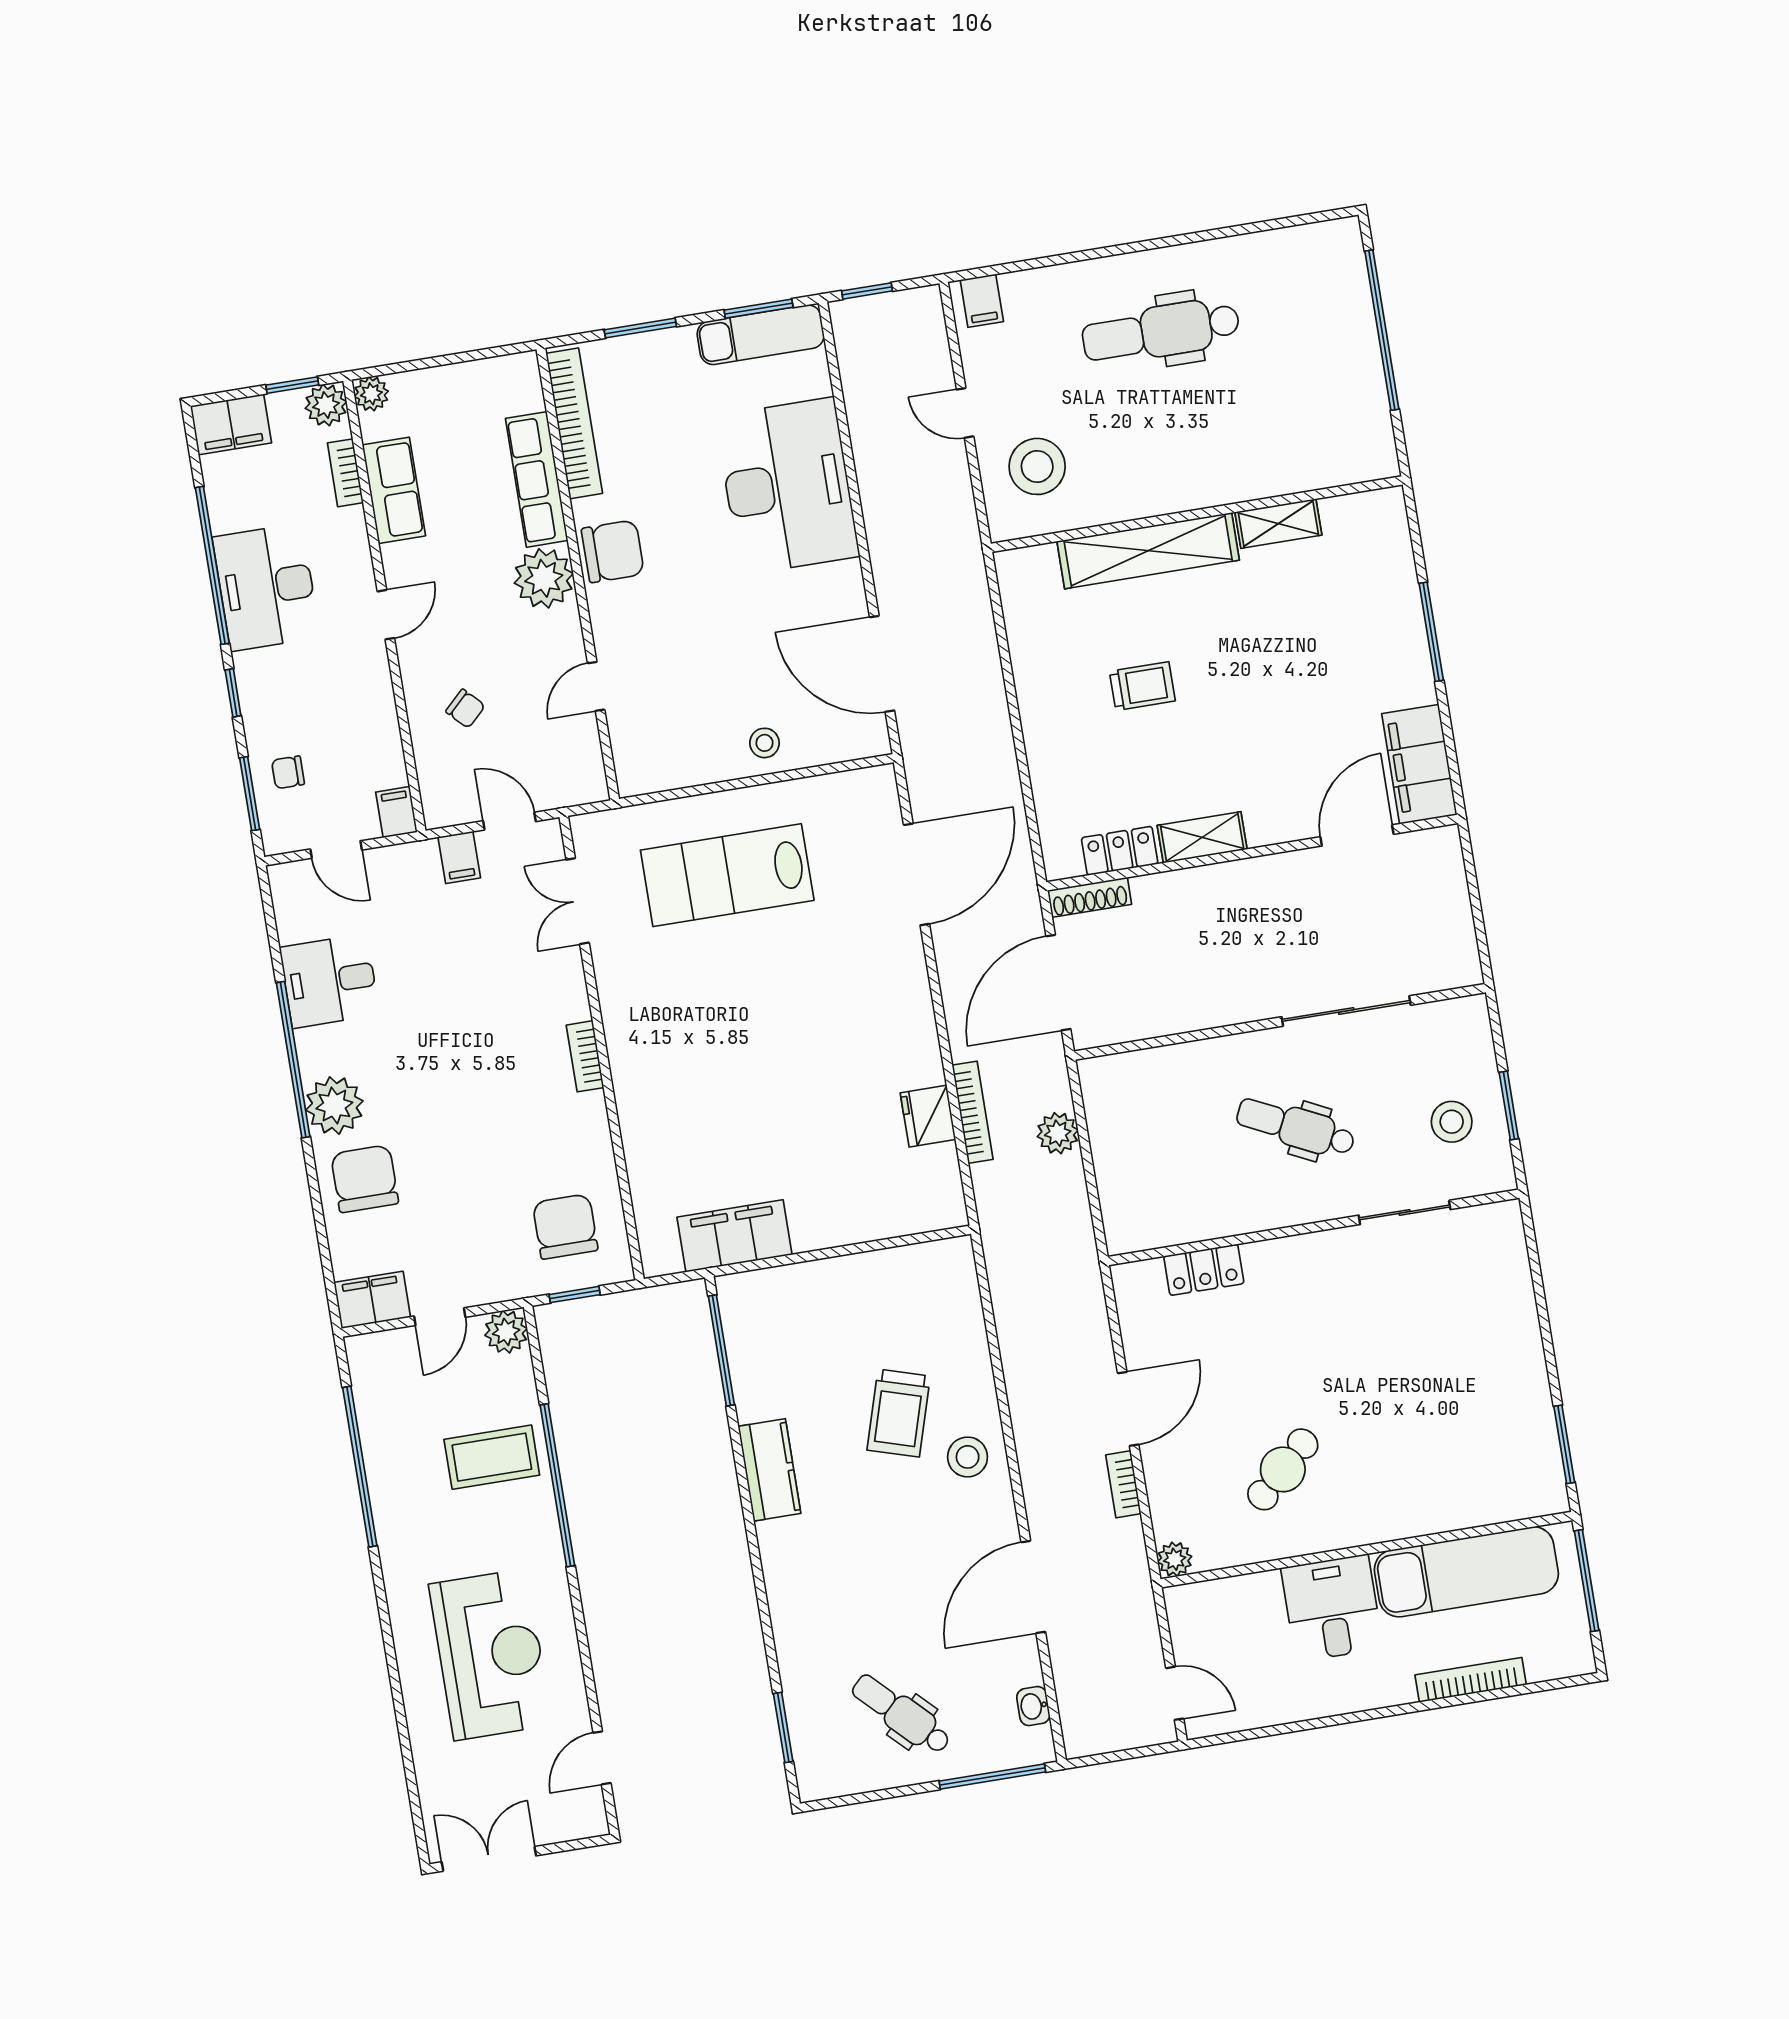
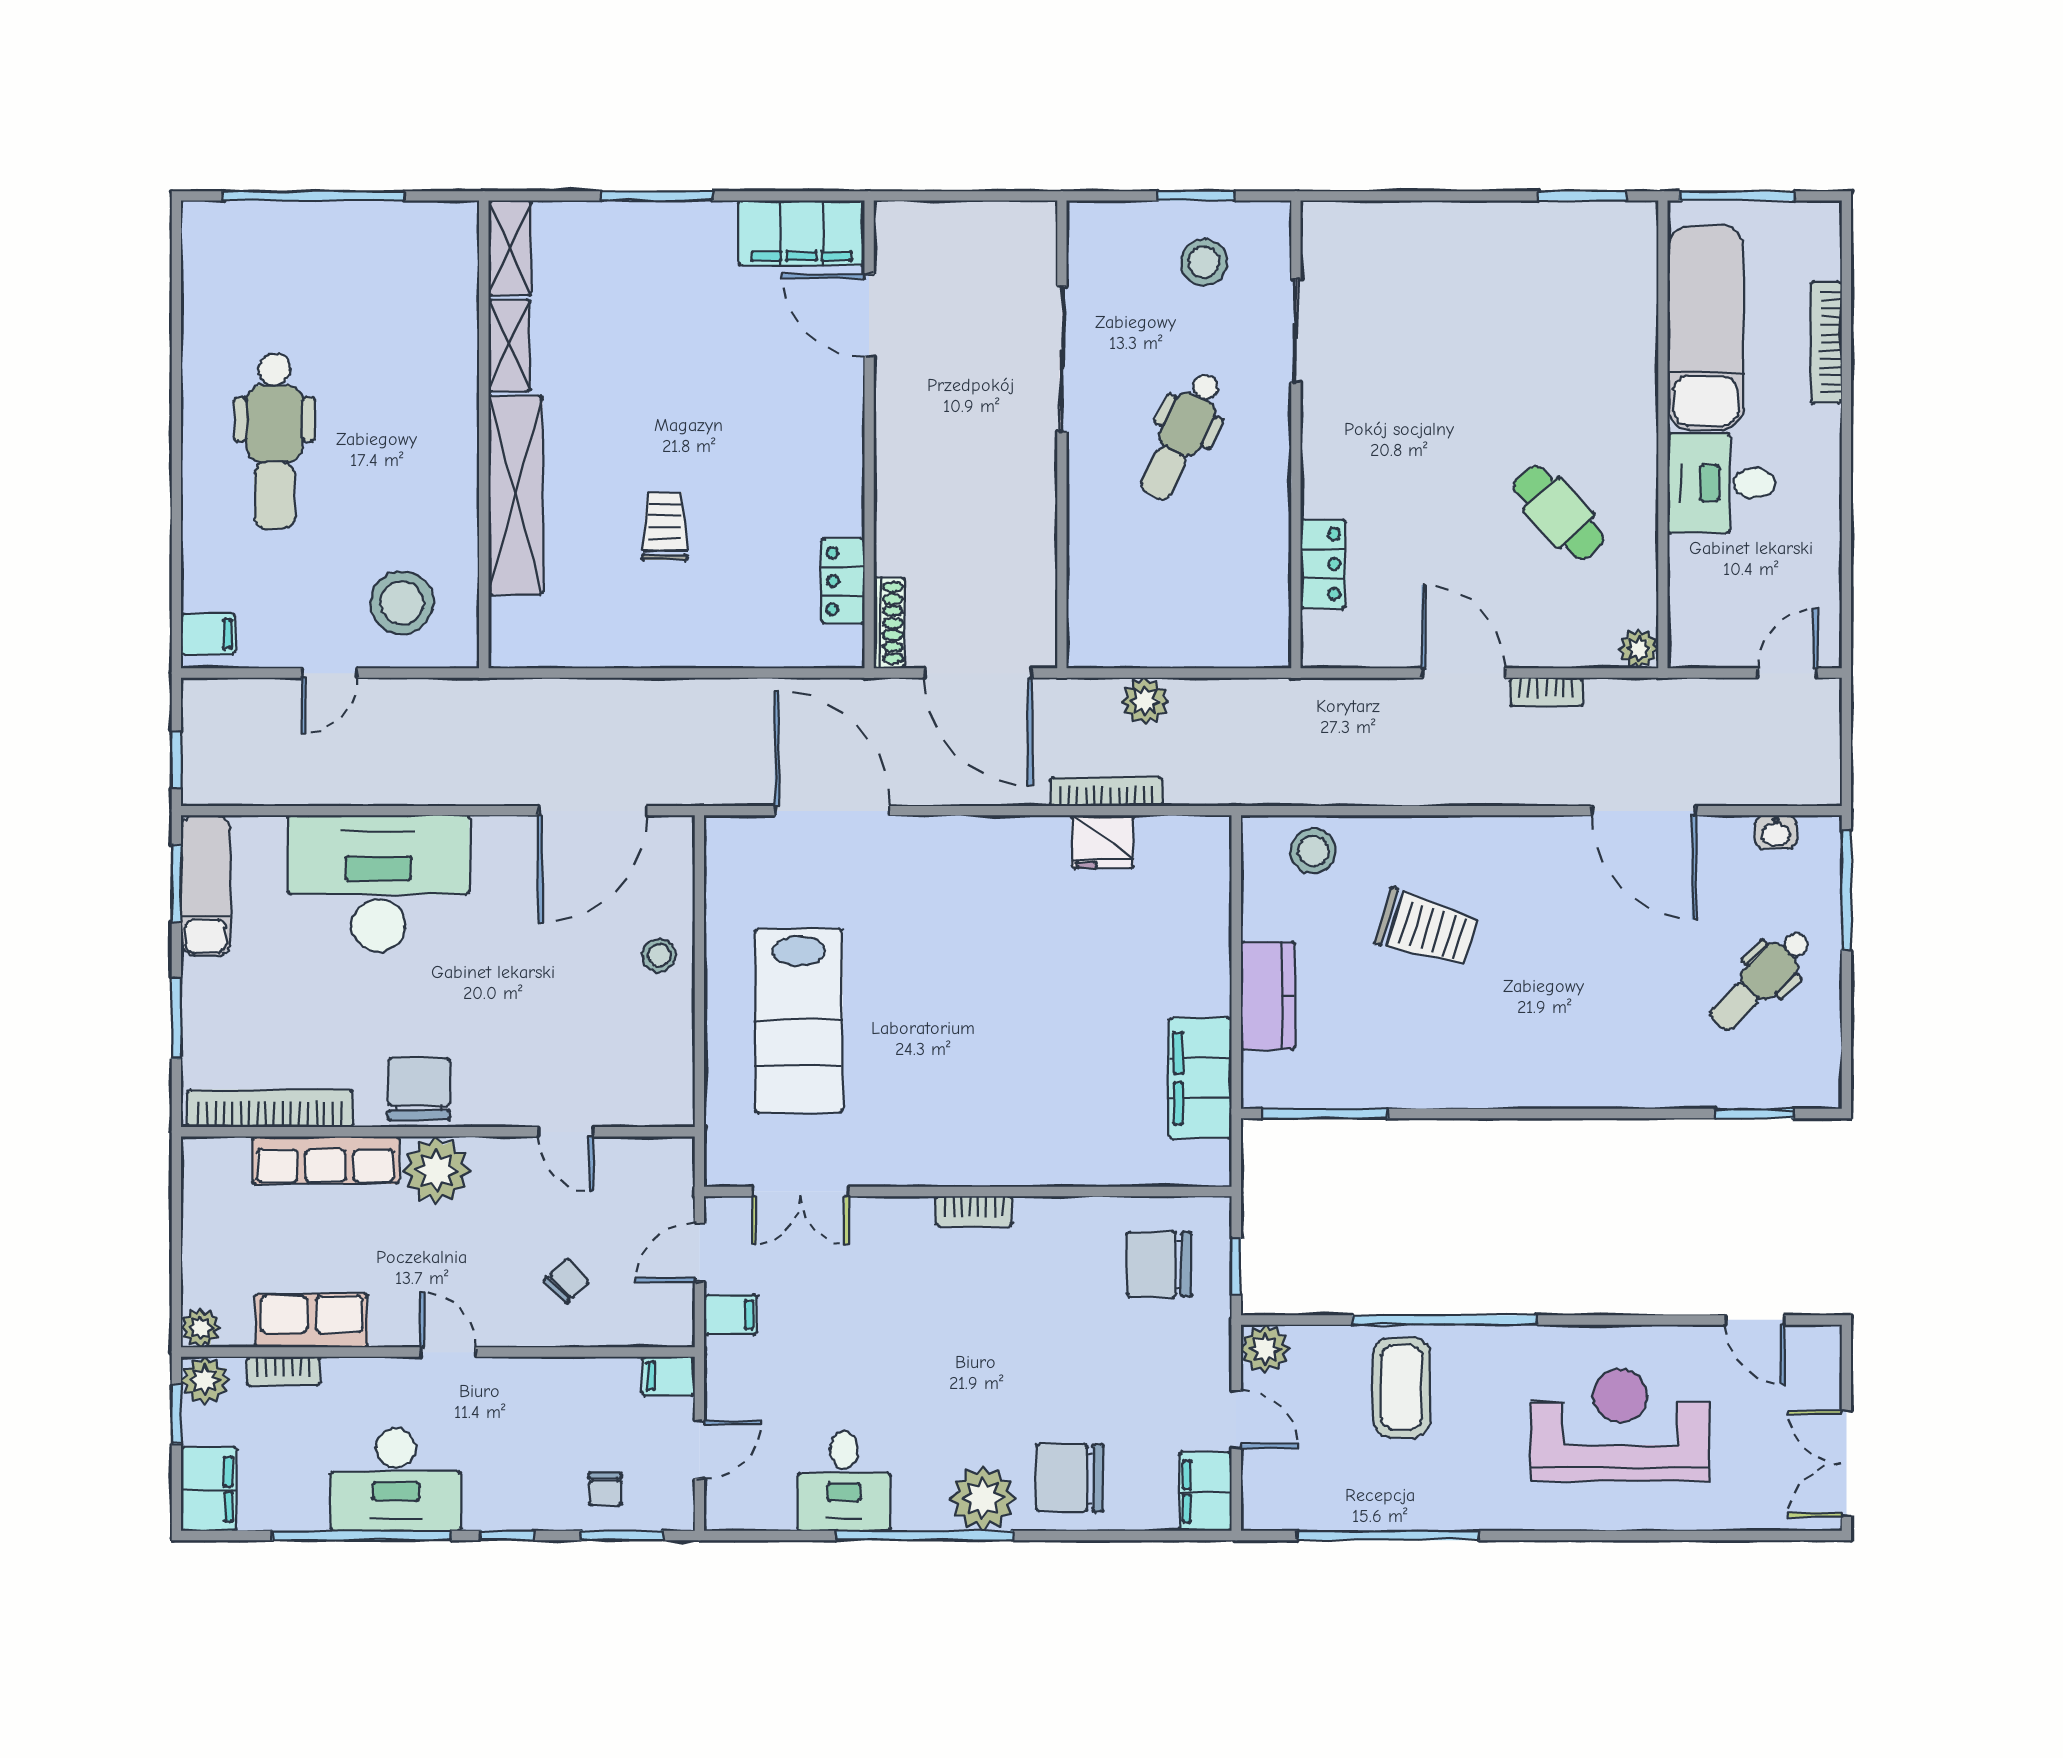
shelving: (1202, 837) -> (510, 248), moved
stool: (968, 1457) -> (1313, 851), moved
kitchen counter: (769, 1470) -> (1268, 996), moved, turned 90

